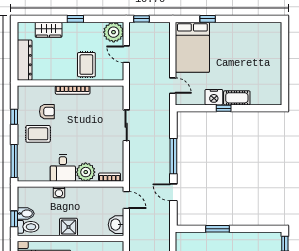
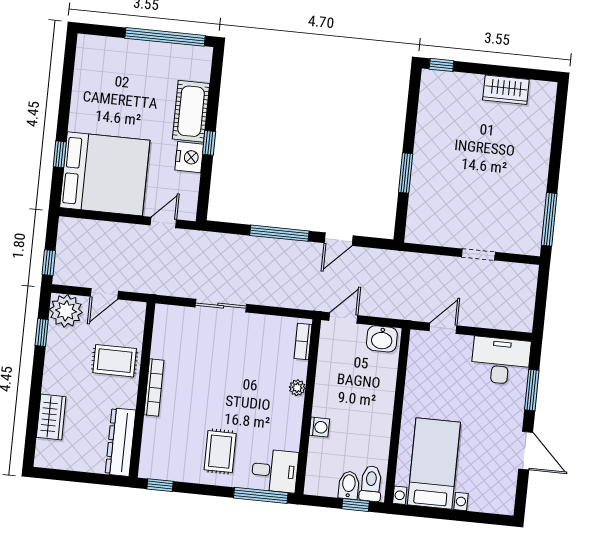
window: (75, 19) -> (42, 333), moved
bed: (192, 47) -> (105, 174), width x1.36
dresser: (25, 60) -> (120, 442), moved, turned -90
window: (285, 75) -> (165, 37), added
cot: (237, 98) -> (191, 111), width x1.37, depth x1.34
armchair: (47, 112) -> (185, 433), removed
window: (14, 117) -> (160, 485), moved
desk: (63, 168) -> (275, 471), moved
plant: (86, 172) -> (297, 388), width x0.53, depth x0.53
shower: (68, 227) -> (378, 417), removed

